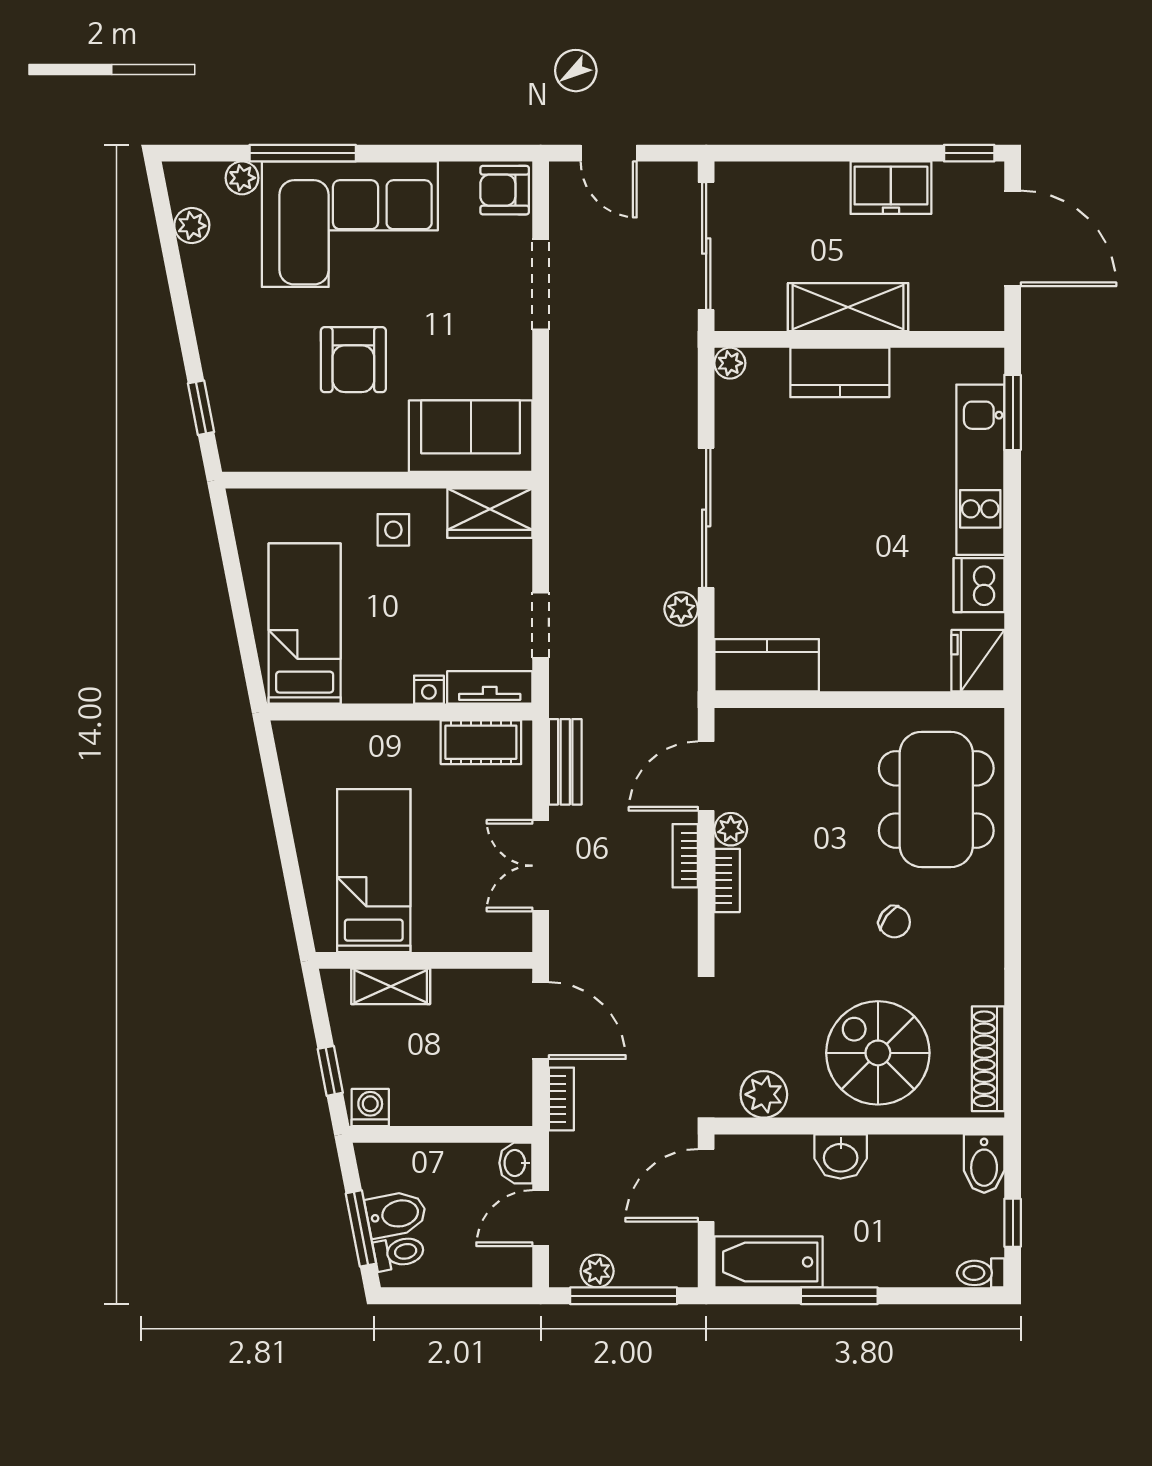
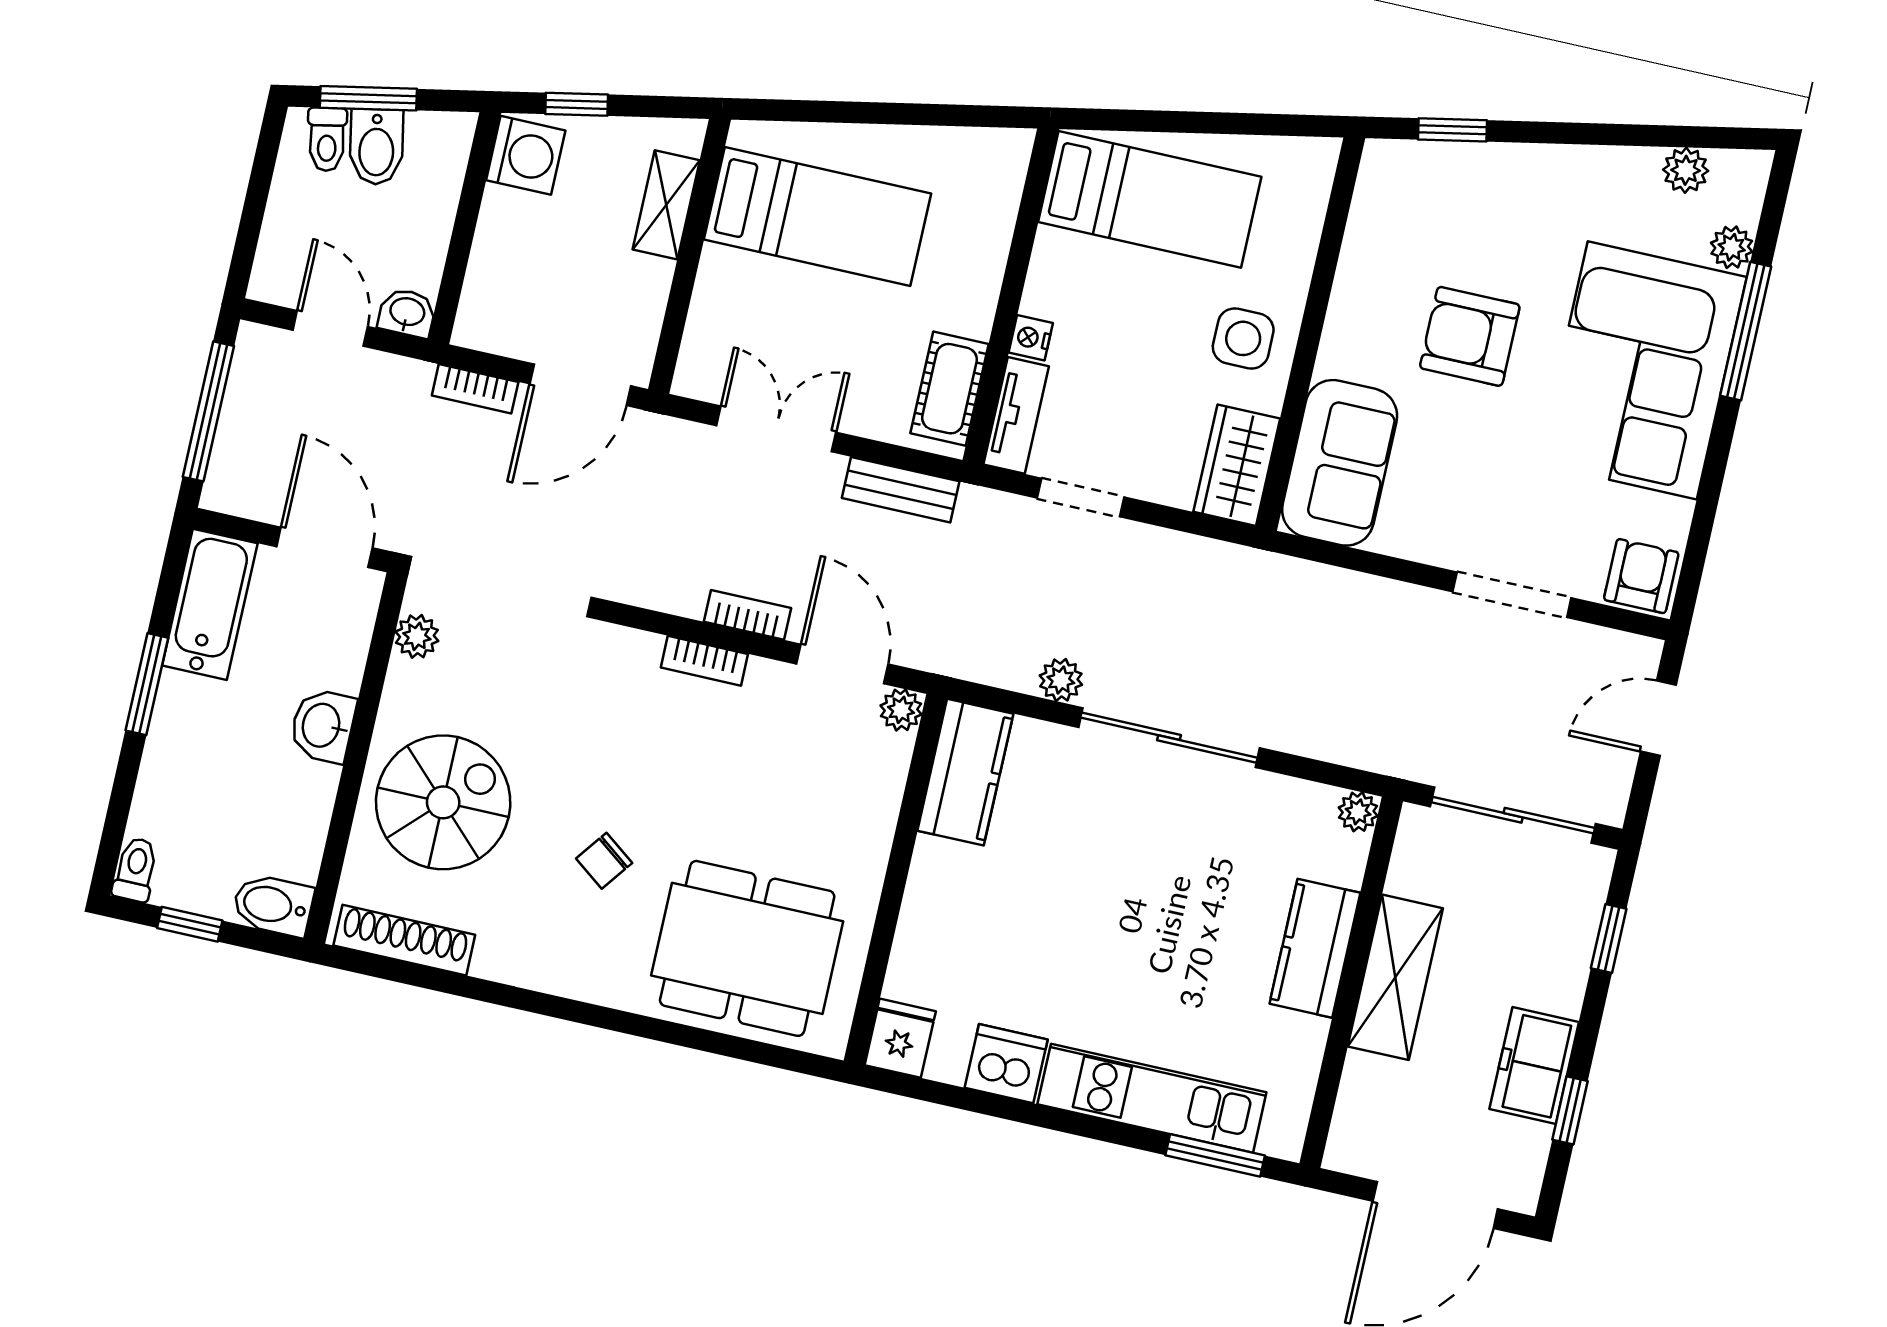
window: (783, 153) -> (1609, 939), added
window: (969, 153) -> (1570, 1110), moved
side table: (393, 530) -> (1243, 338), width x1.37, depth x1.37
fridge: (978, 661) -> (900, 1038), width x0.72
plant: (731, 829) -> (901, 710), moved
plant: (764, 1094) -> (417, 636), width x0.73, depth x0.73
washing machine: (370, 1107) -> (526, 155), width x1.38, depth x1.38
plant: (597, 1271) -> (247, 385), removed

